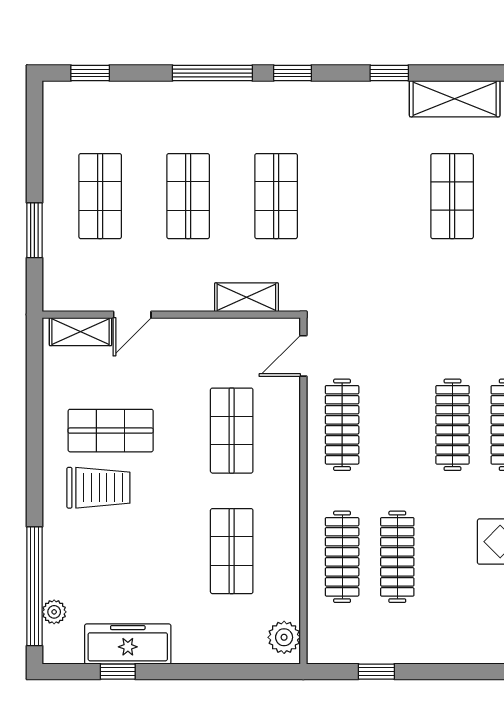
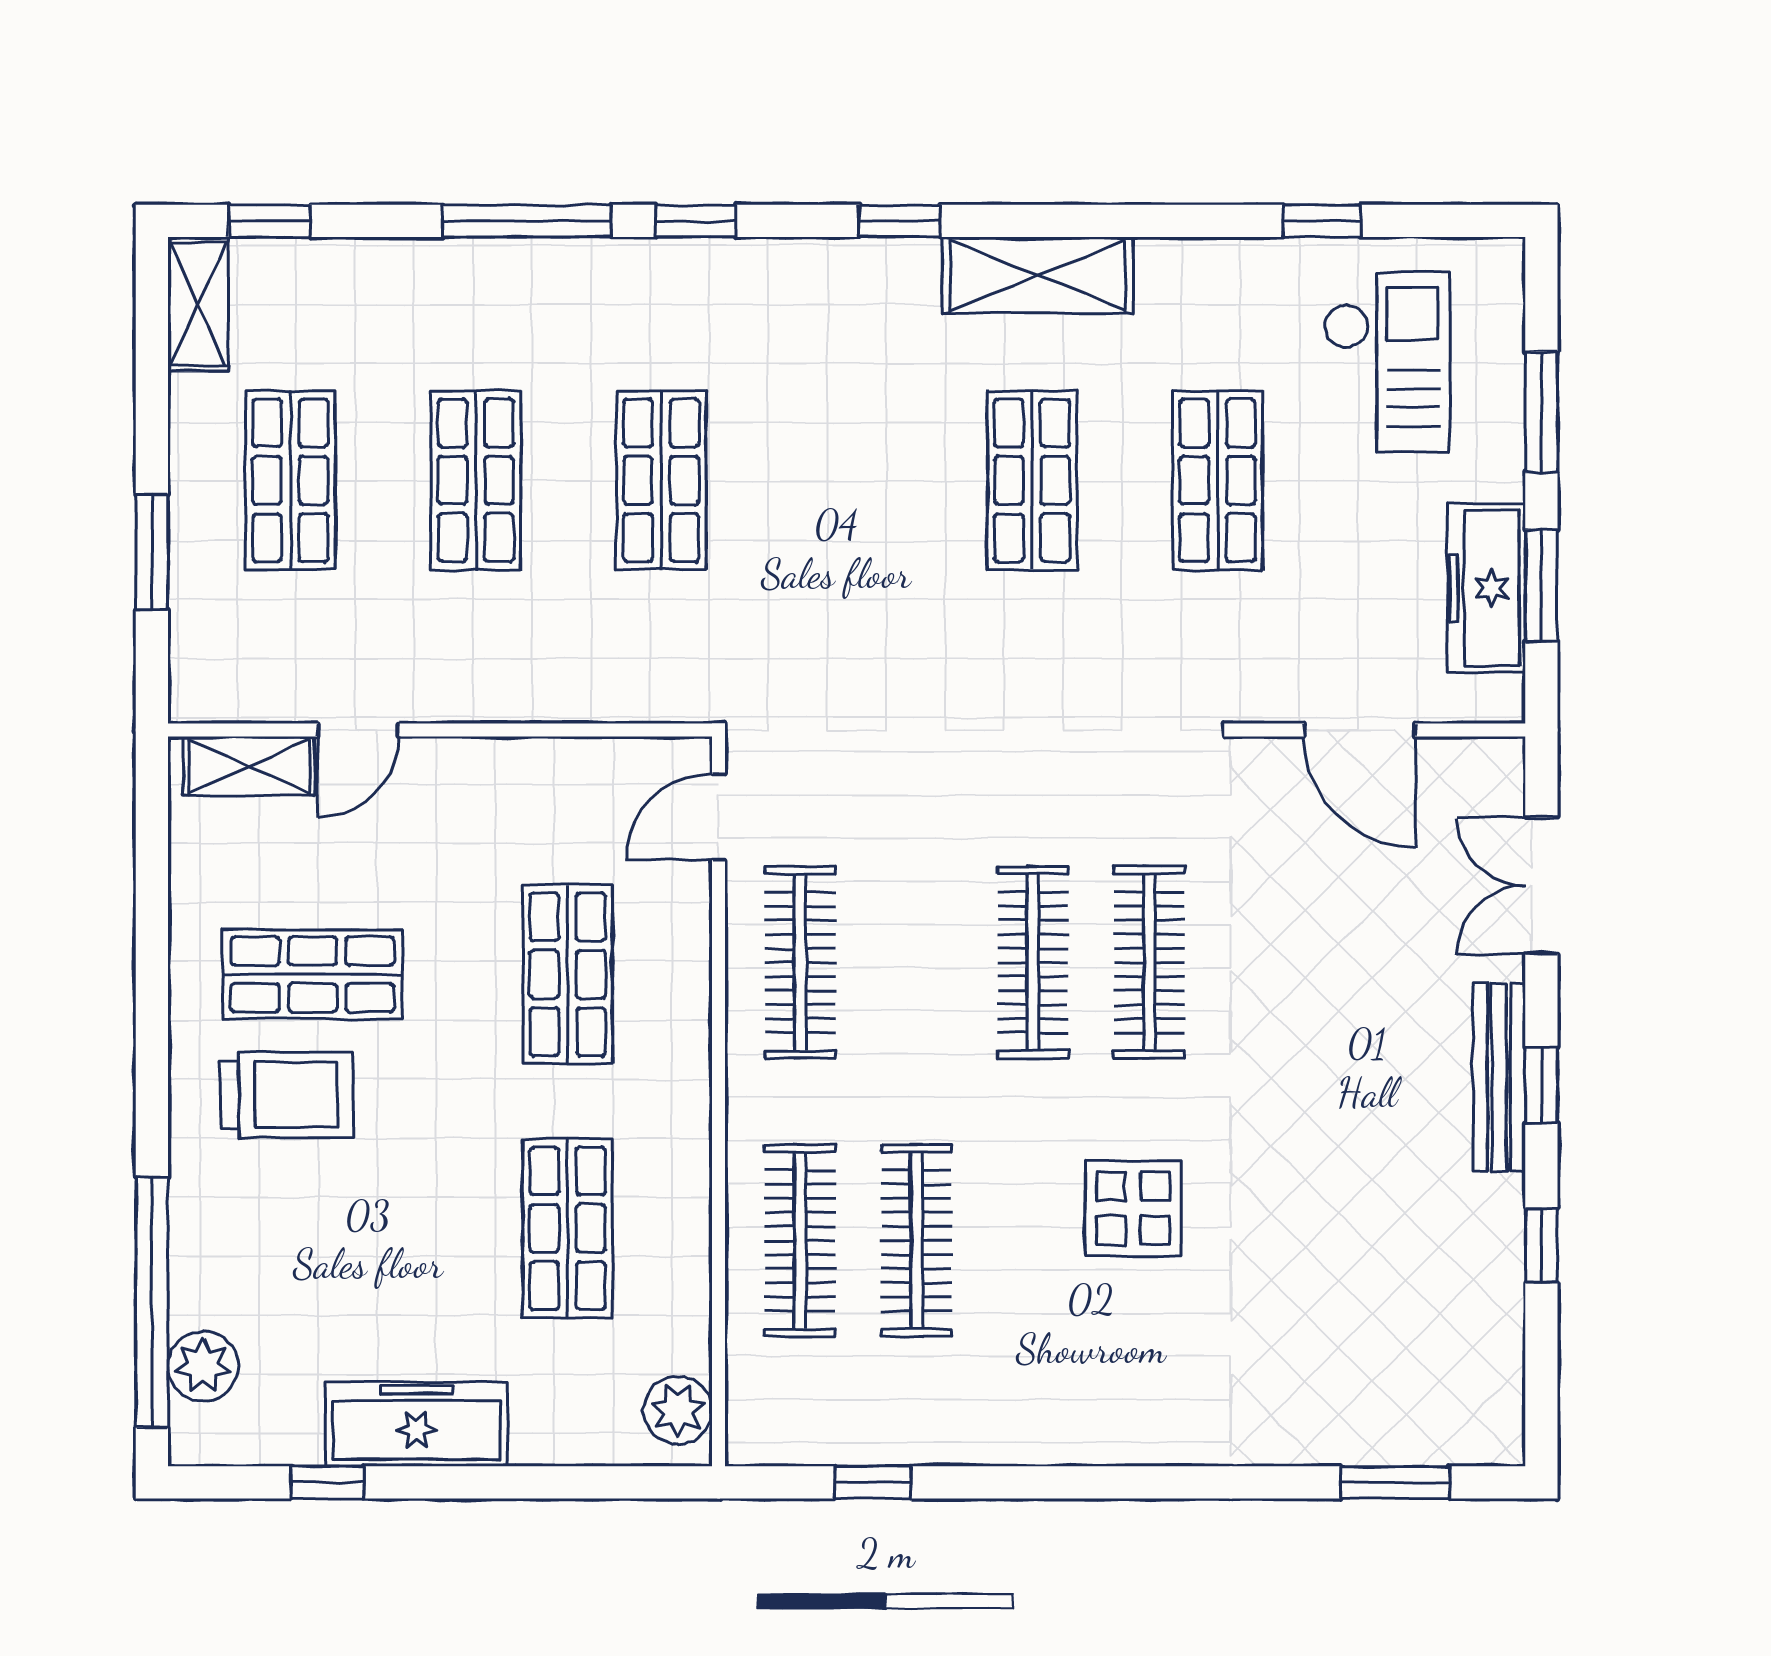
shelving: (246, 297) -> (198, 304), moved, turned 90
plant: (54, 612) -> (203, 1366), width x1.38, depth x1.38
freezer: (128, 644) -> (416, 1424), moved

